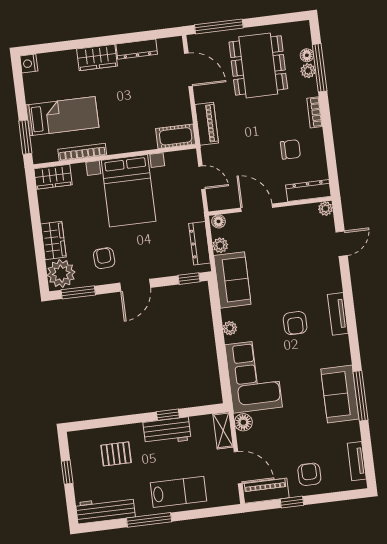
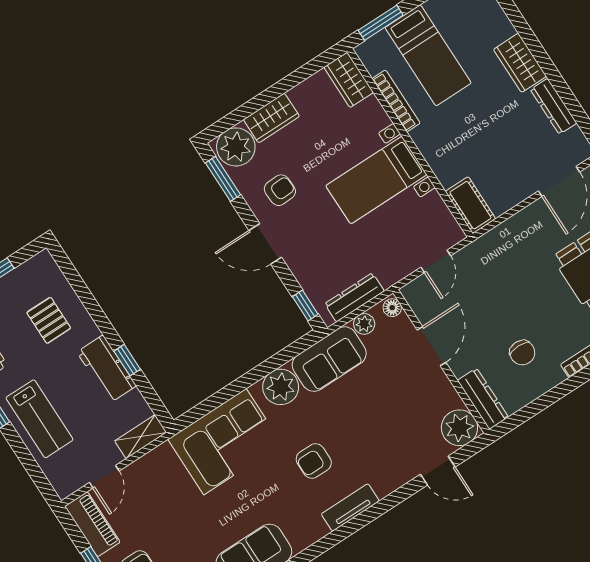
piano: (207, 124) -> (504, 236), removed
bed with nightstands: (129, 191) -> (376, 180), width x0.73
plant: (325, 209) -> (459, 428), width x1.87, depth x1.87
plant: (230, 328) -> (281, 387), width x1.88, depth x1.88
floor lamp: (243, 422) -> (162, 457), removed
door: (238, 468) -> (104, 477), width x0.73

